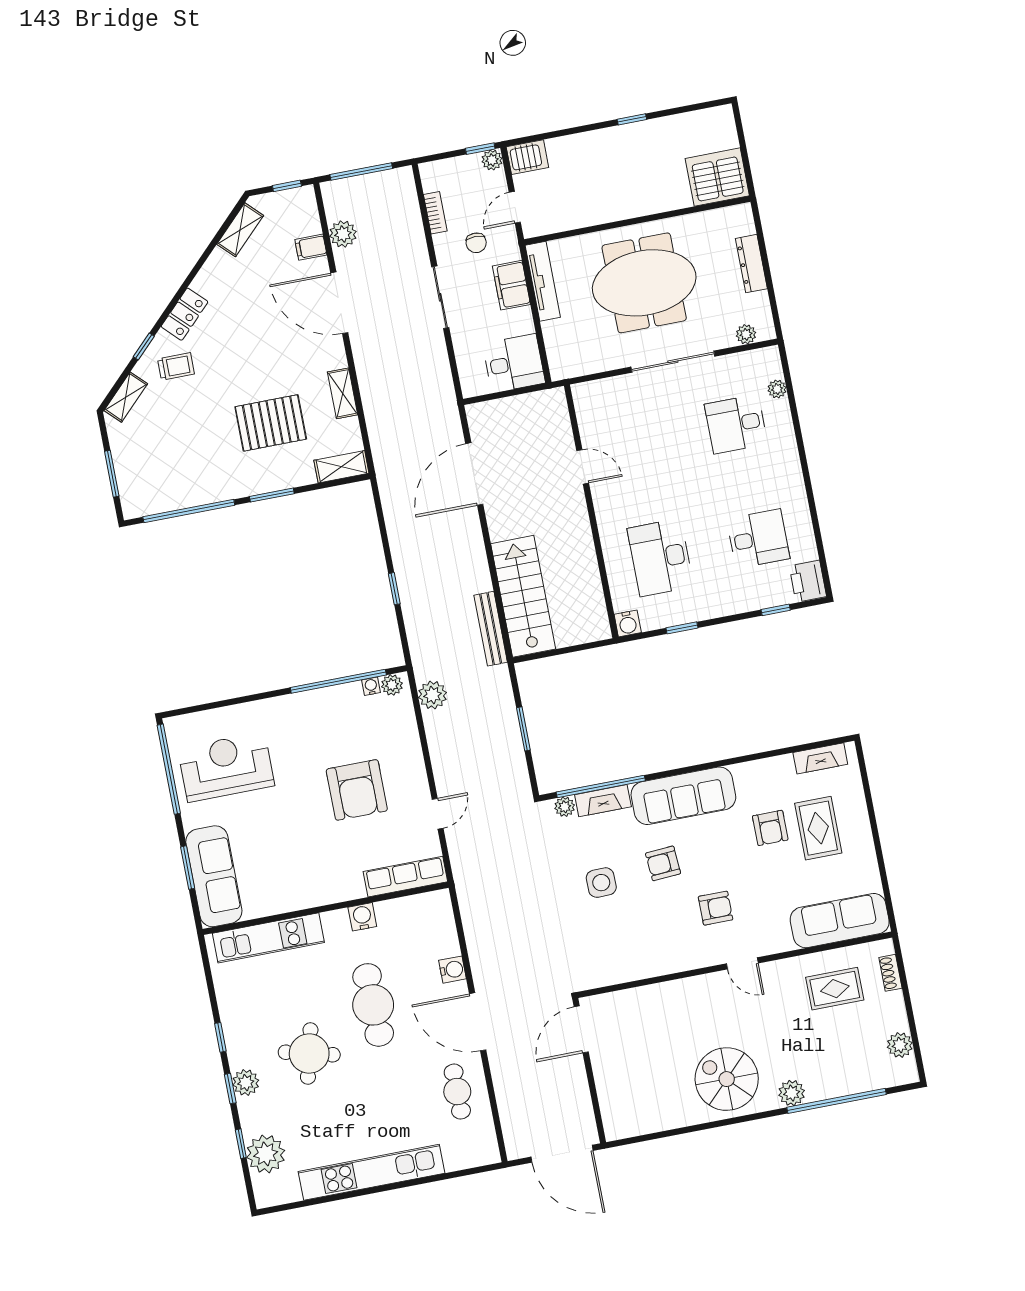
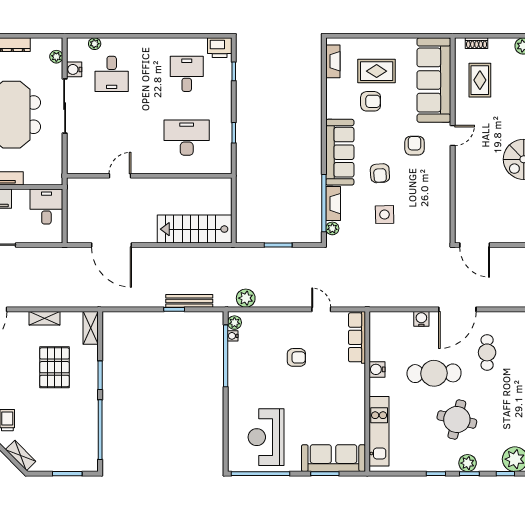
desk: (660, 558) -> (187, 138), turned 180
water cooler: (628, 623) -> (74, 69), moved, turned 180
bench: (491, 629) -> (189, 301), moved
armchair: (357, 790) -> (296, 357), width x0.53, depth x0.53
sofa: (840, 921) -> (434, 80), width x1.36, depth x1.27
cafe table: (457, 1092) -> (487, 352), moved, turned 90

